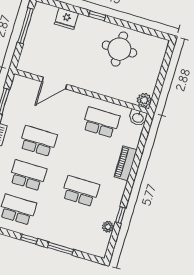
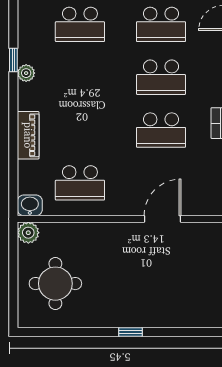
fridge: (66, 19) -> (173, 315), removed
round table: (119, 49) -> (55, 284), moved
school desk: (81, 191) -> (80, 24), moved
plant: (108, 227) -> (26, 73), moved

